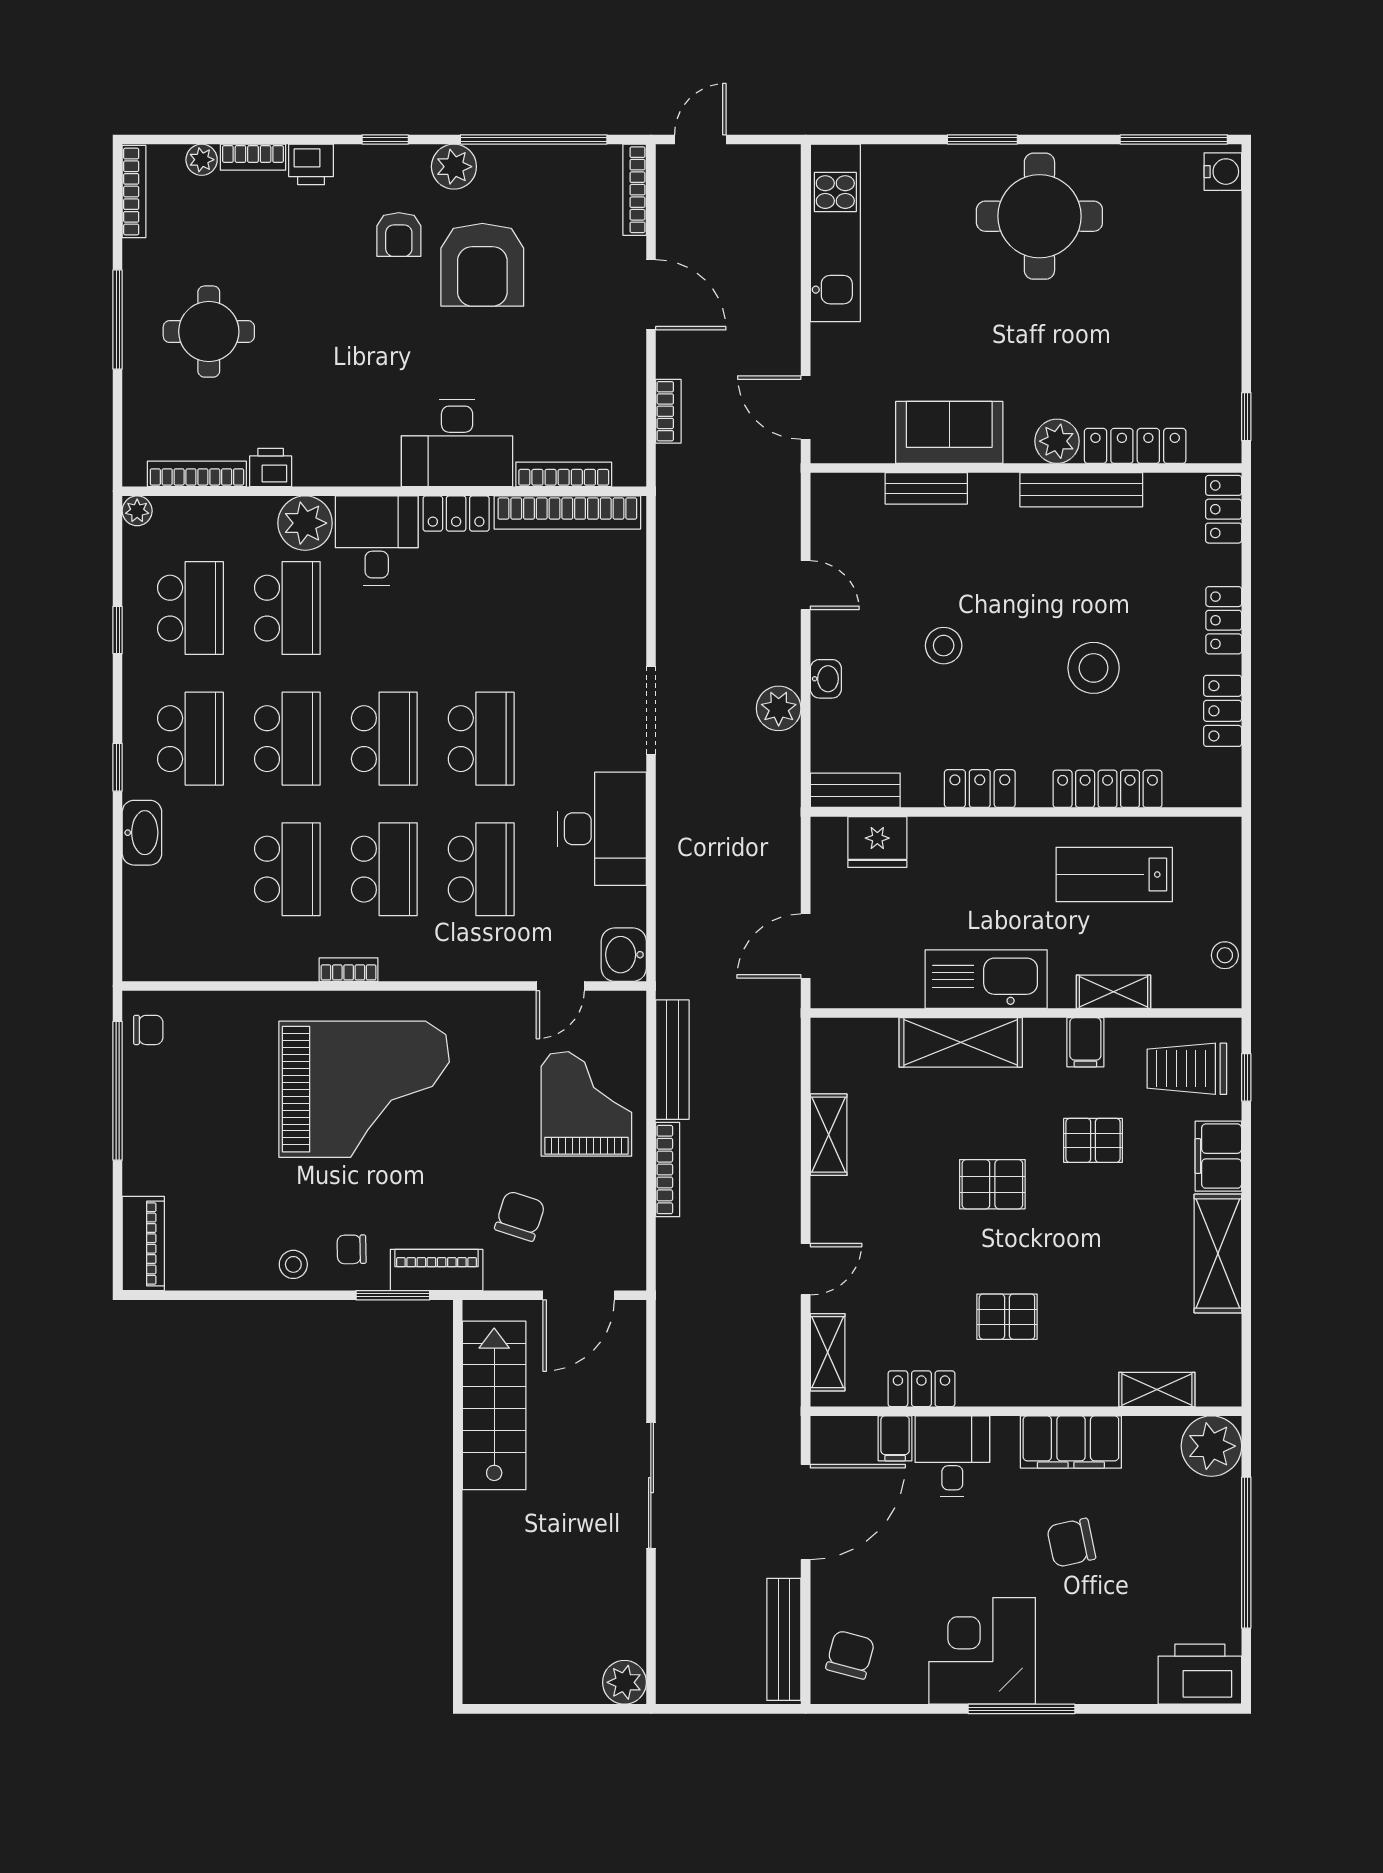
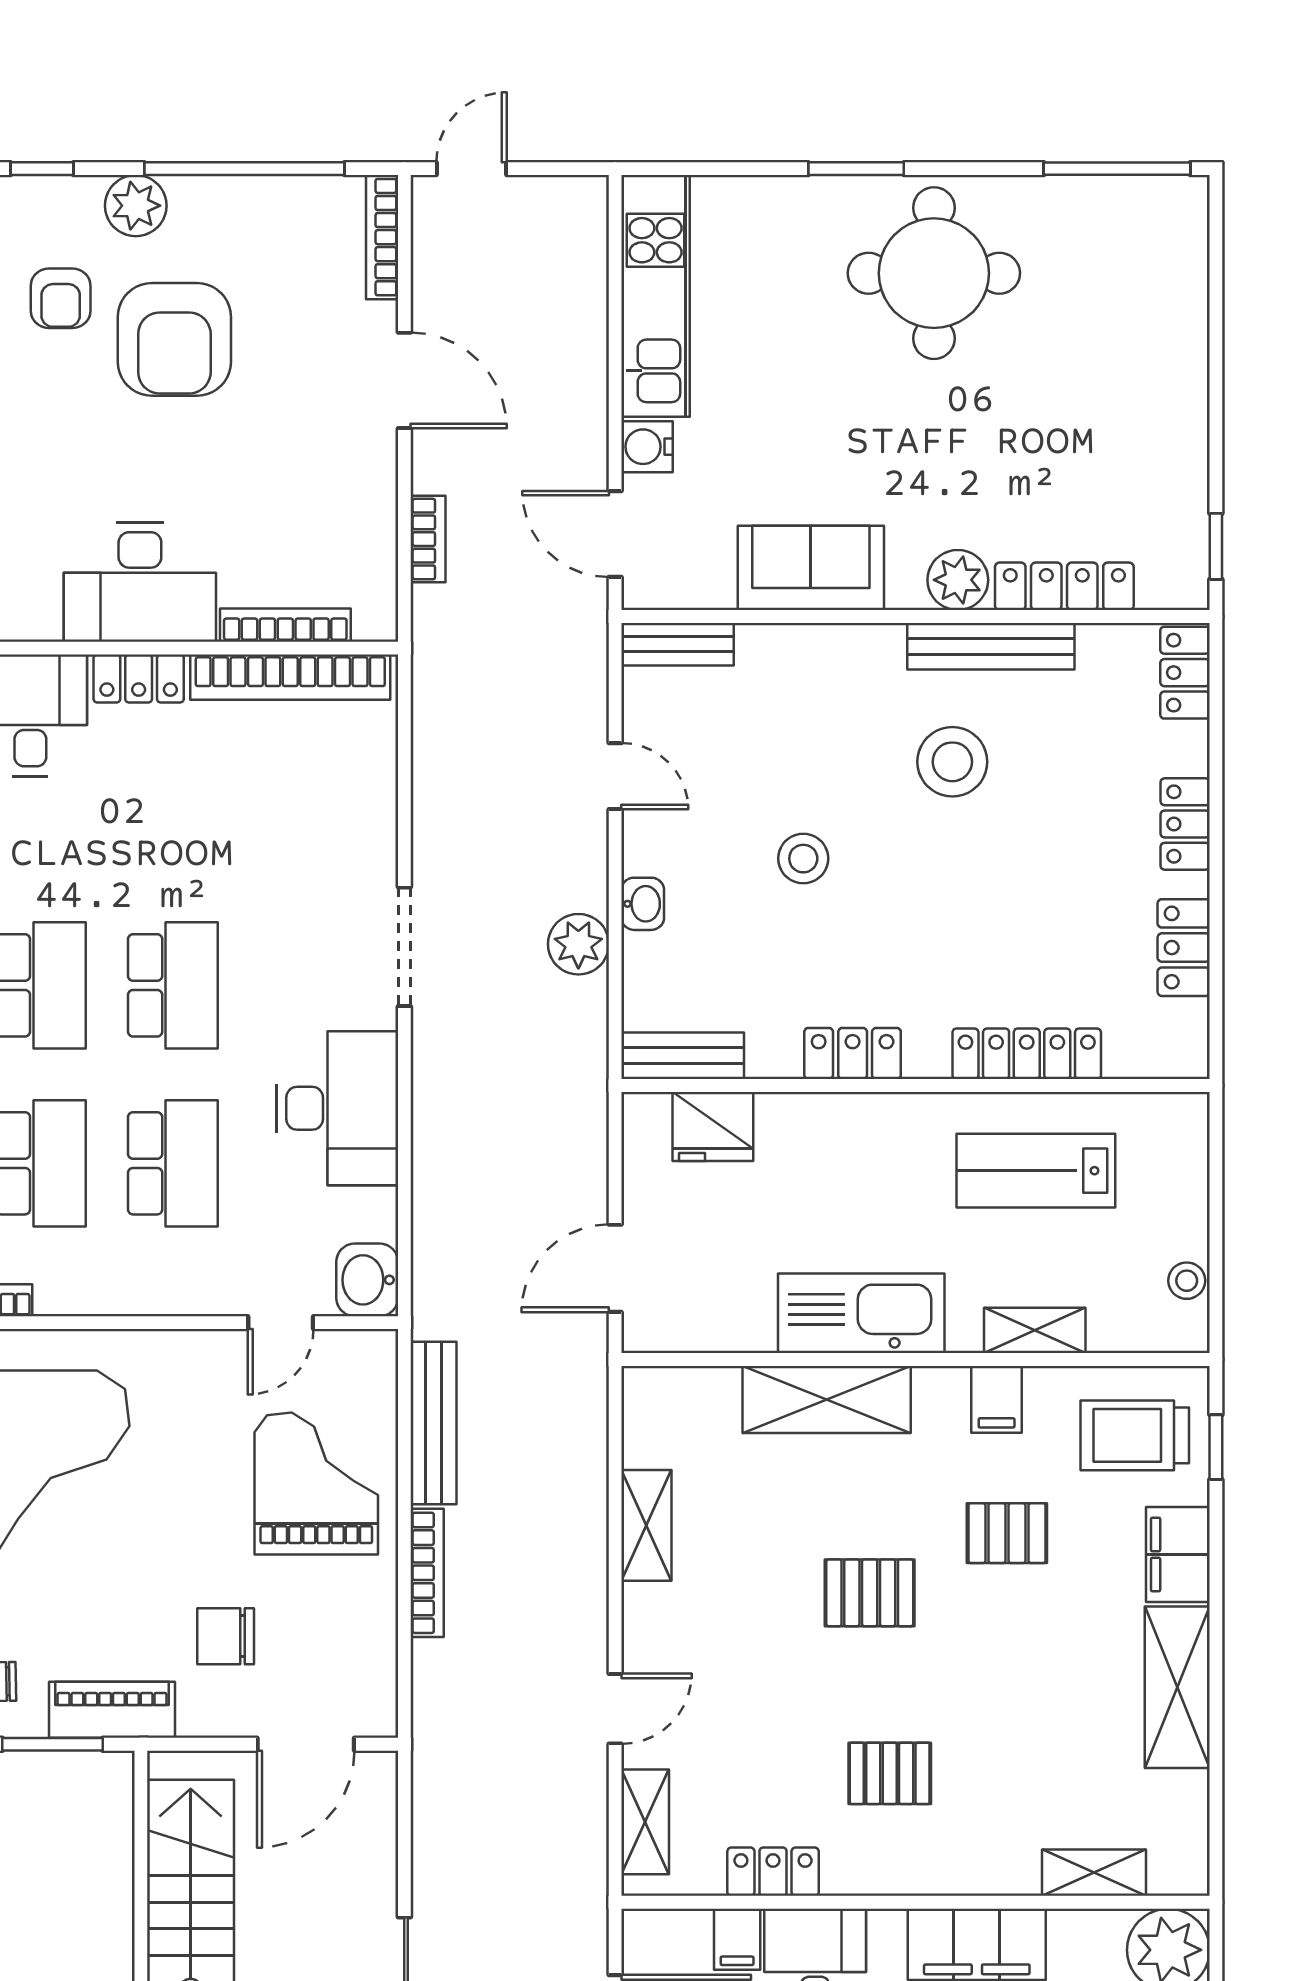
water cooler: (1223, 172) -> (647, 447), moved, turned 180
bench: (926, 488) -> (678, 644), moved
stool: (1094, 668) -> (952, 762), moved
chair: (520, 1216) -> (226, 1636), turned -108

